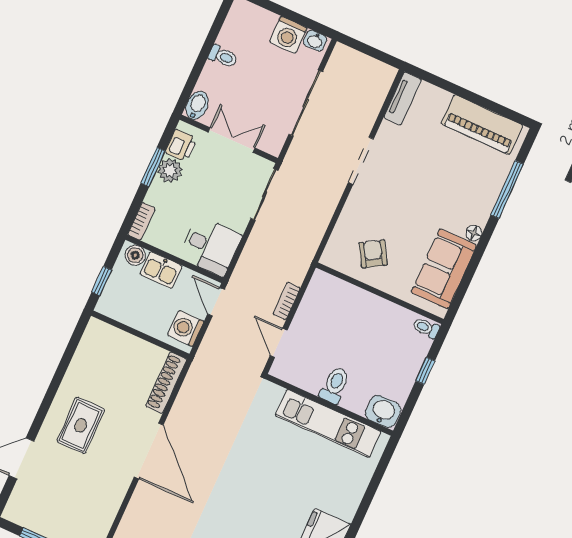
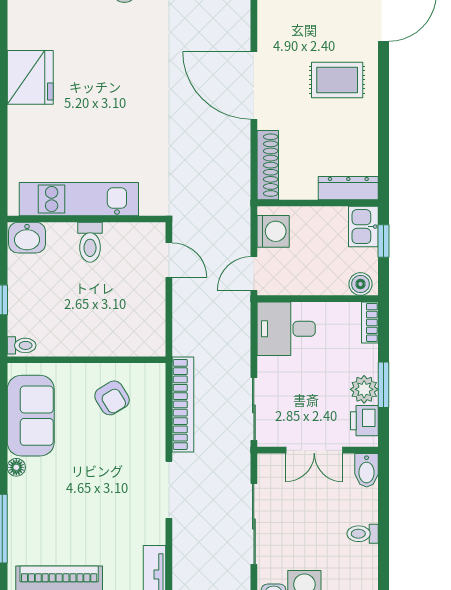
kitchen sink: (161, 270) -> (363, 227), moved, turned -90
bookcase: (287, 301) -> (183, 404), moved, width x2.31, depth x1.31
door: (216, 302) -> (254, 273), swing flipped
dresser: (111, 336) -> (348, 188), added
rug: (81, 425) -> (337, 80), turned 90

